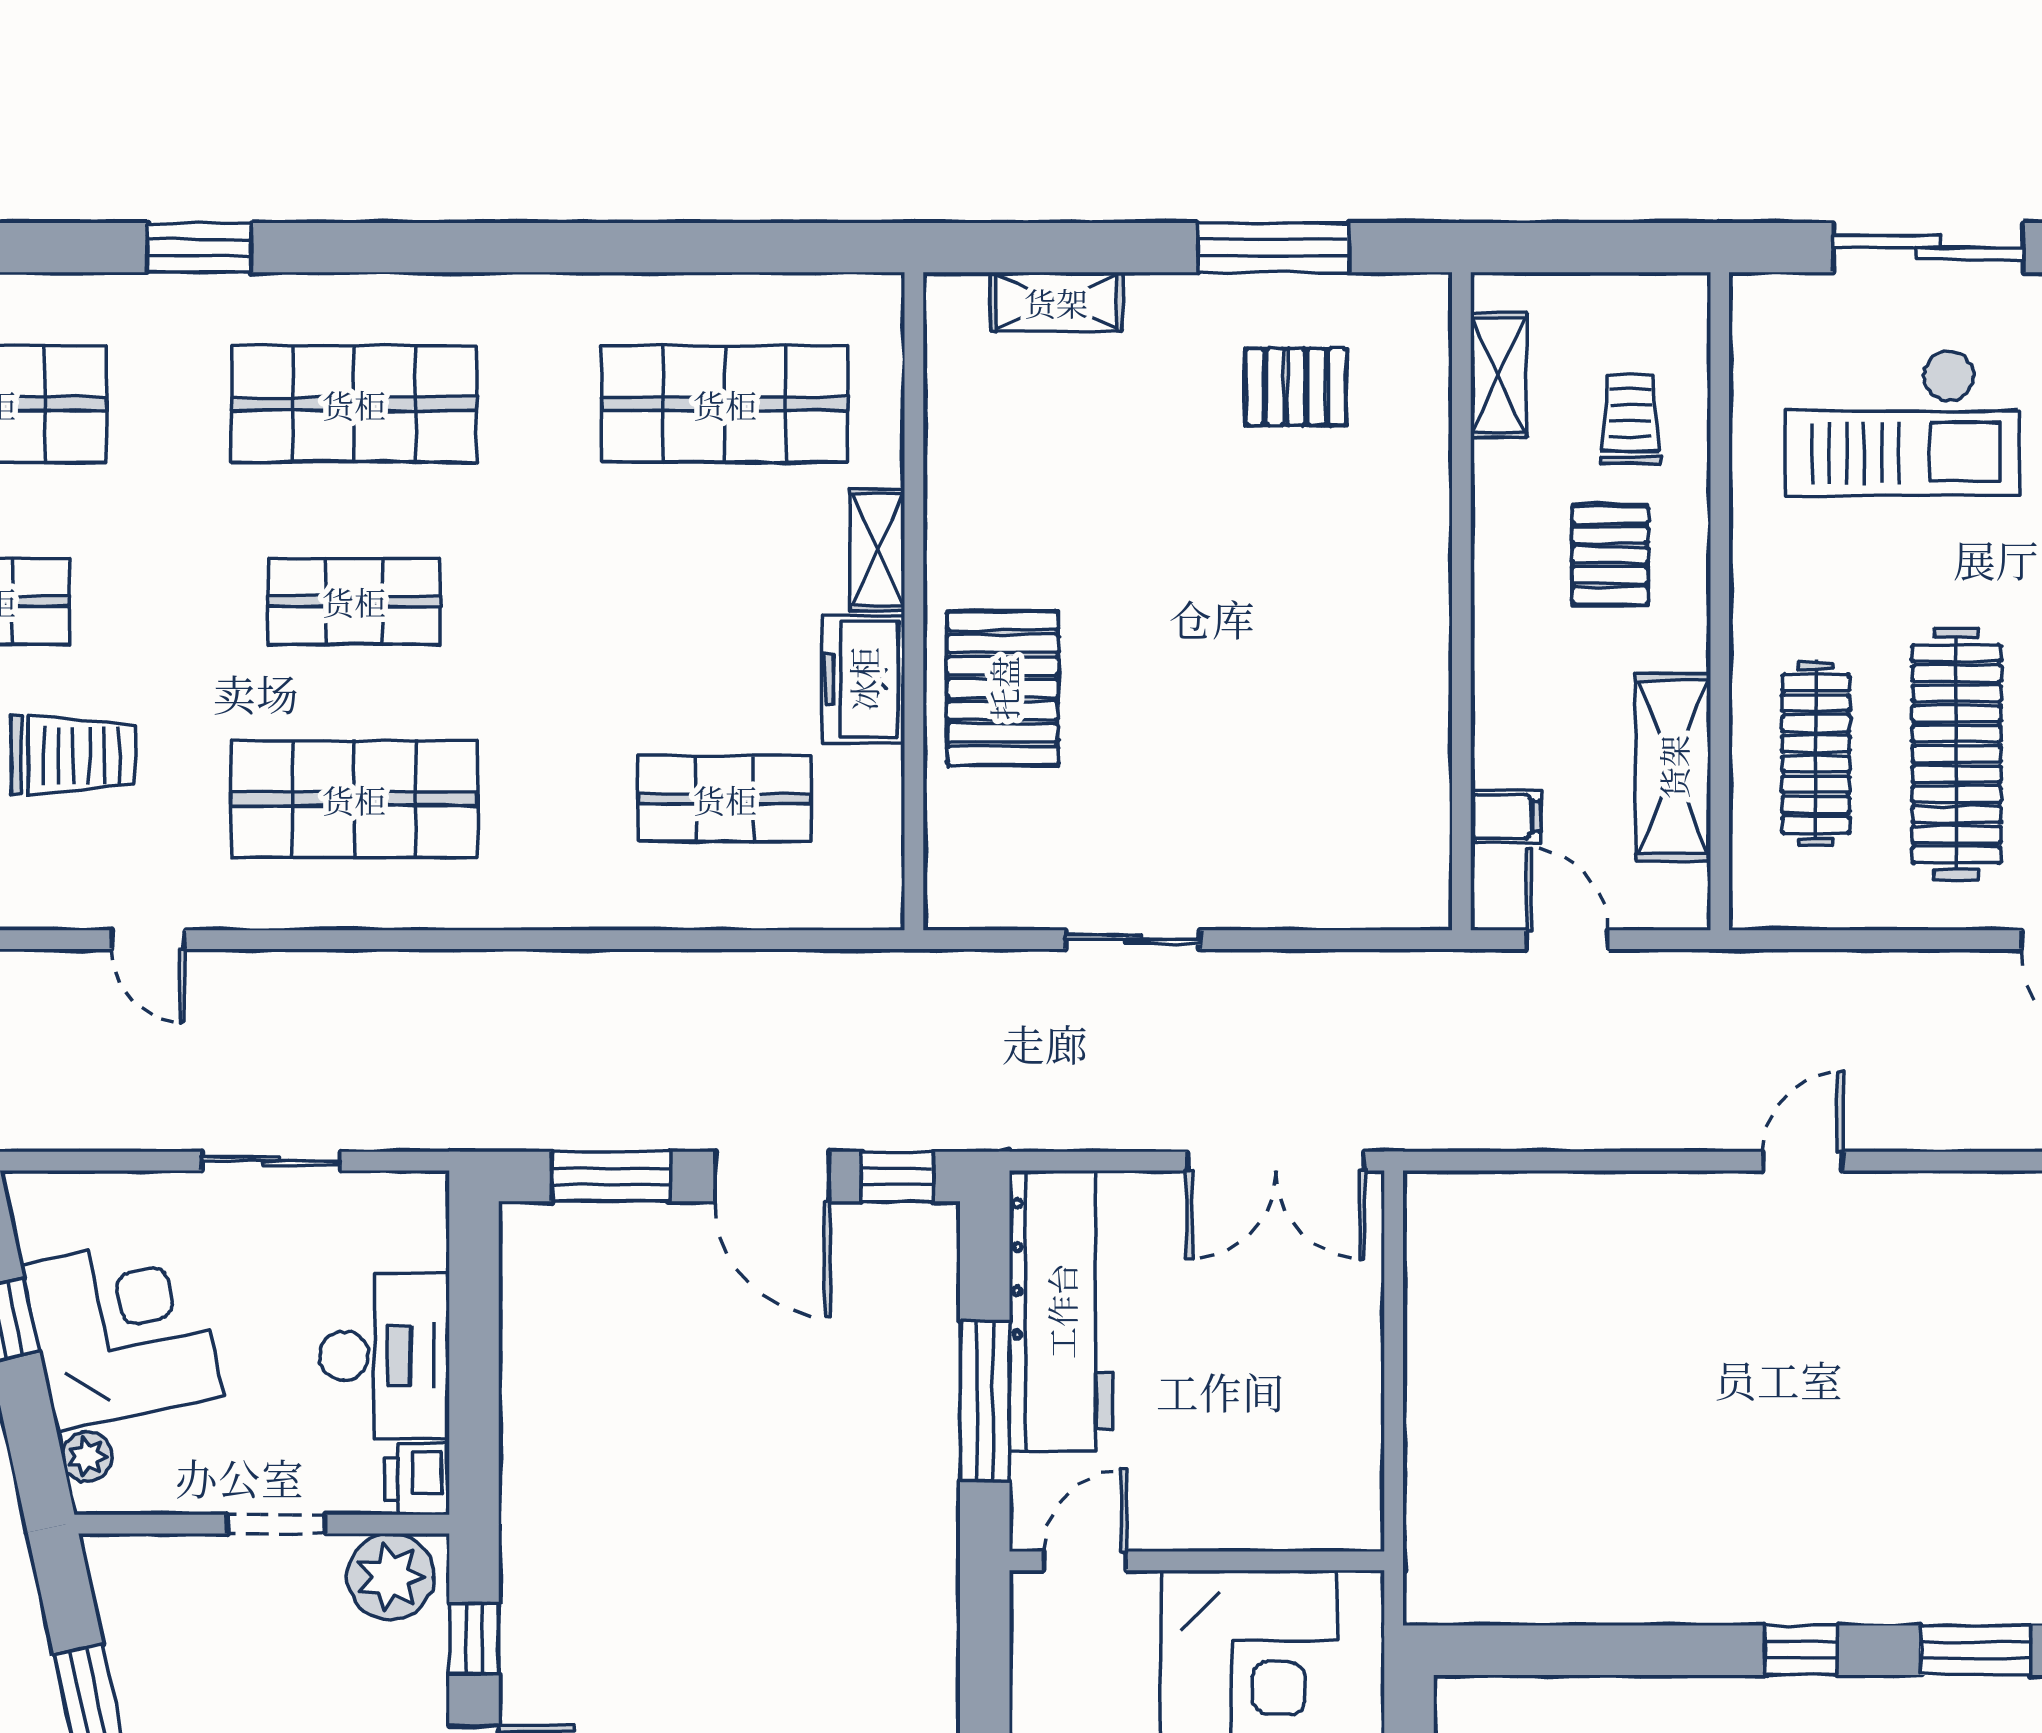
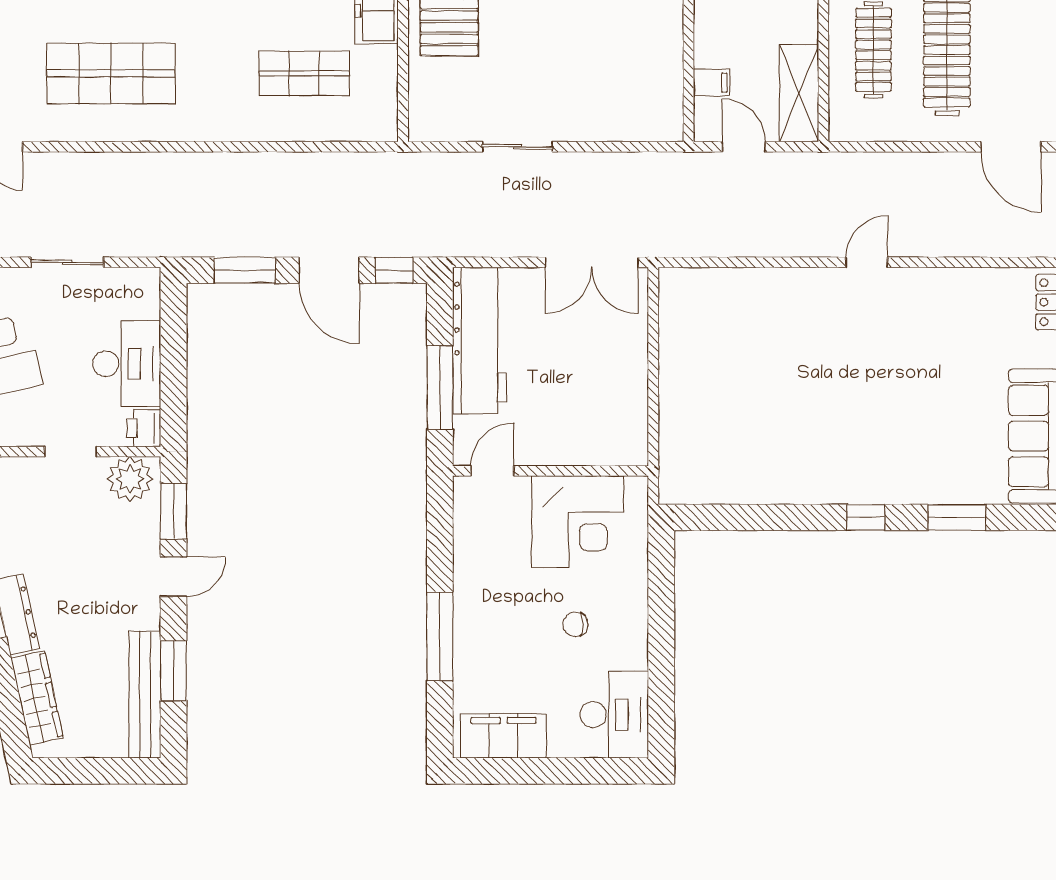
shelving: (1673, 767) -> (799, 93), moved
window: (474, 1638) -> (174, 511), width x1.50

